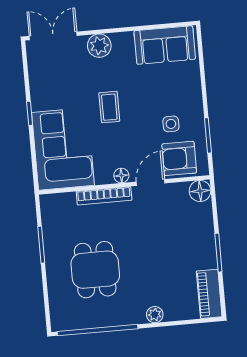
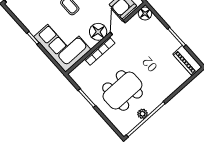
floor lamp: (121, 176) -> (98, 32), width x1.89, depth x1.89
dining table: (95, 270) -> (122, 91), width x1.37
plant: (155, 315) -> (142, 114), moved

